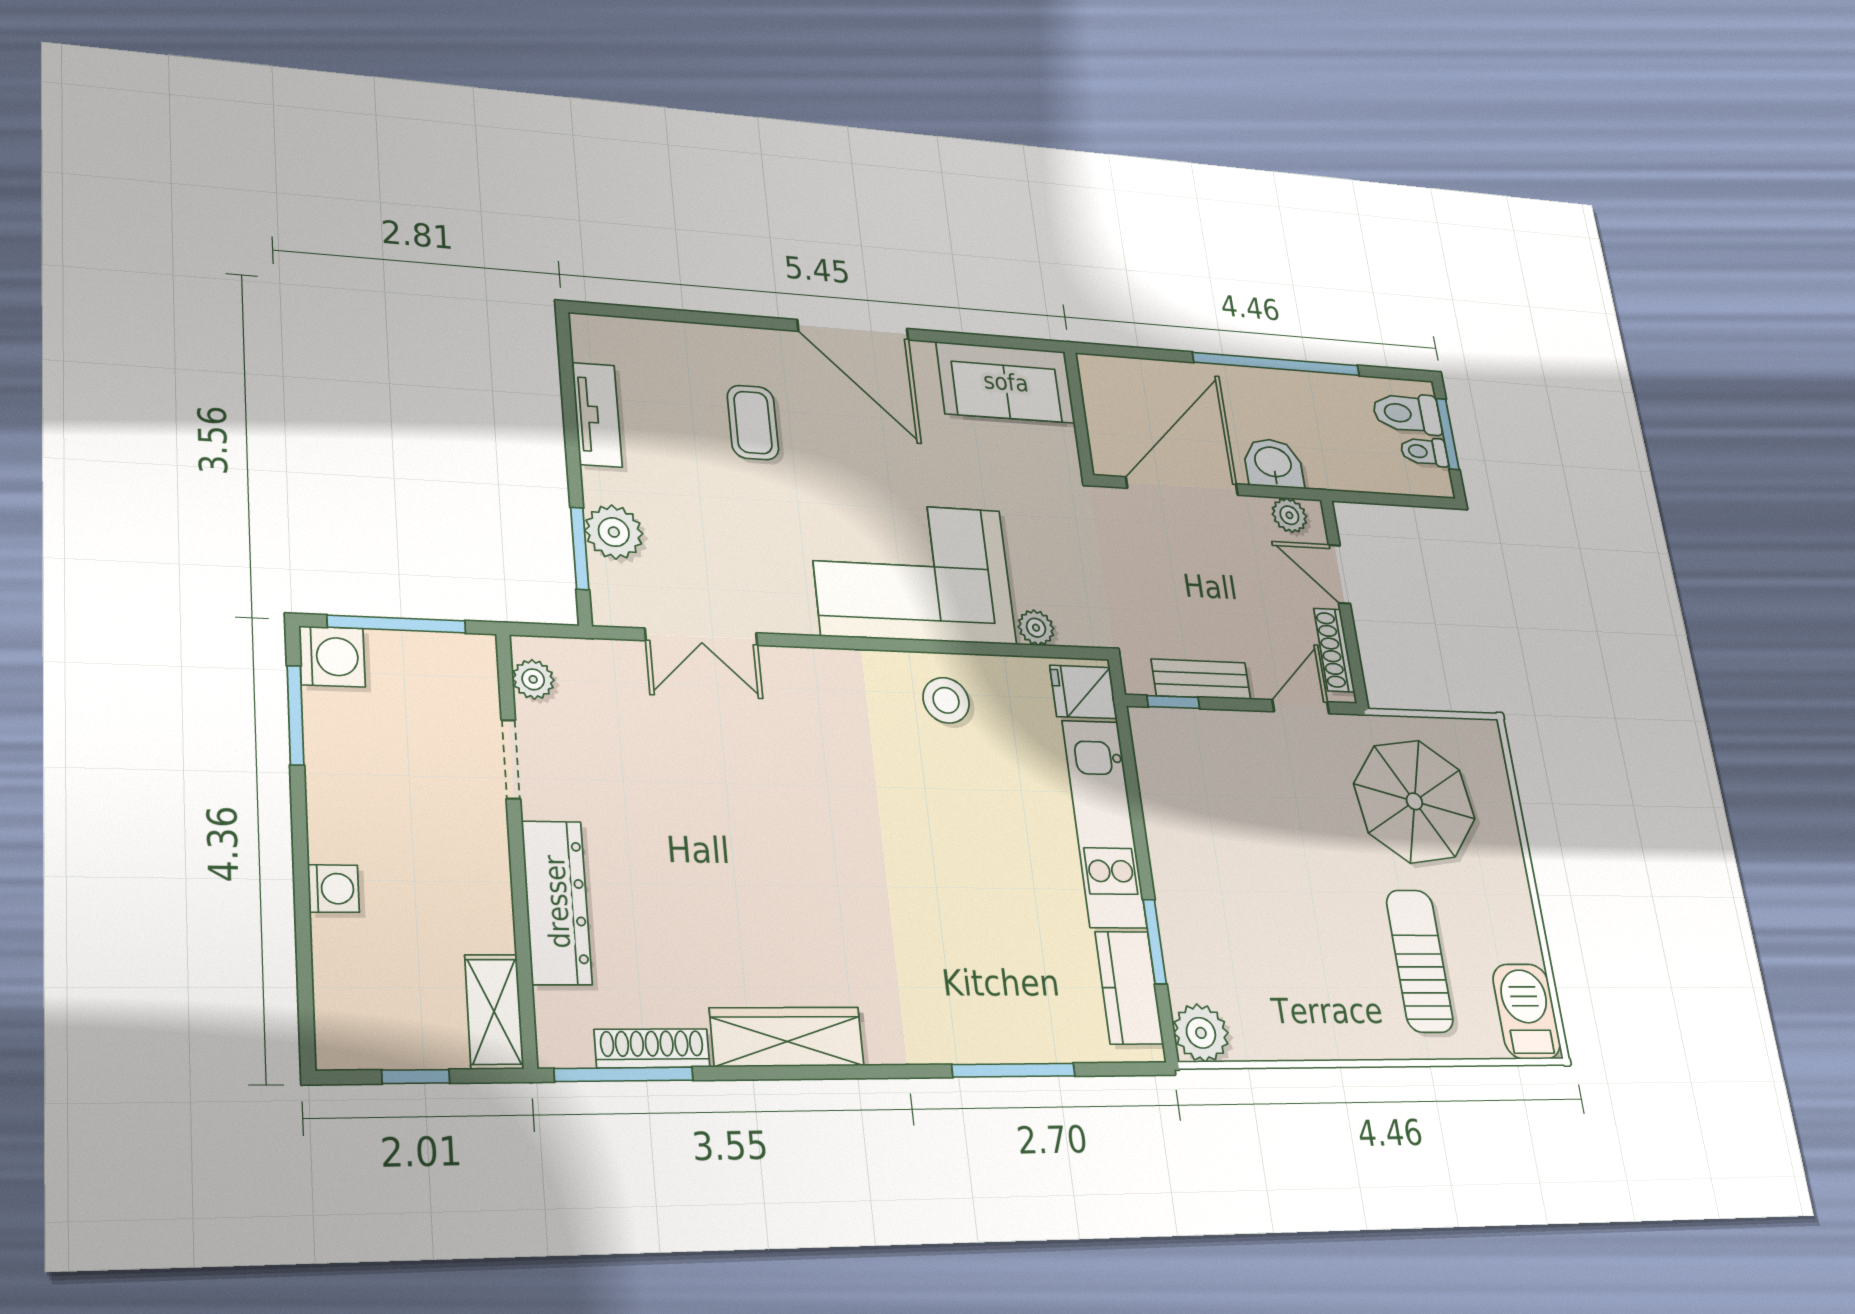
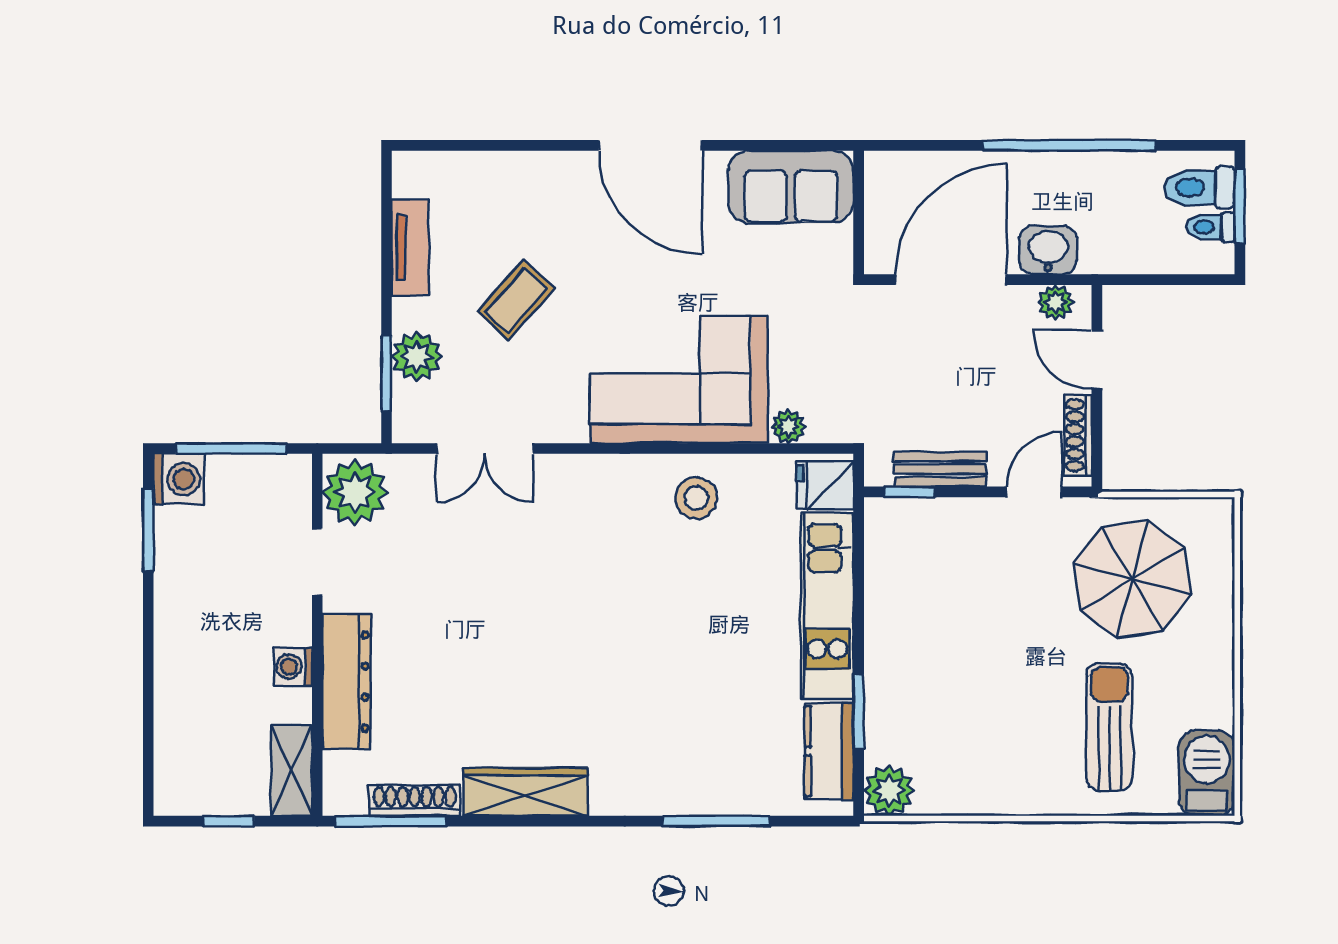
coffee table: (753, 422) -> (516, 300), moved, turned 42
plant: (533, 679) -> (355, 492), width x1.88, depth x1.88
washing machine: (334, 889) -> (293, 666), moved, turned 180

